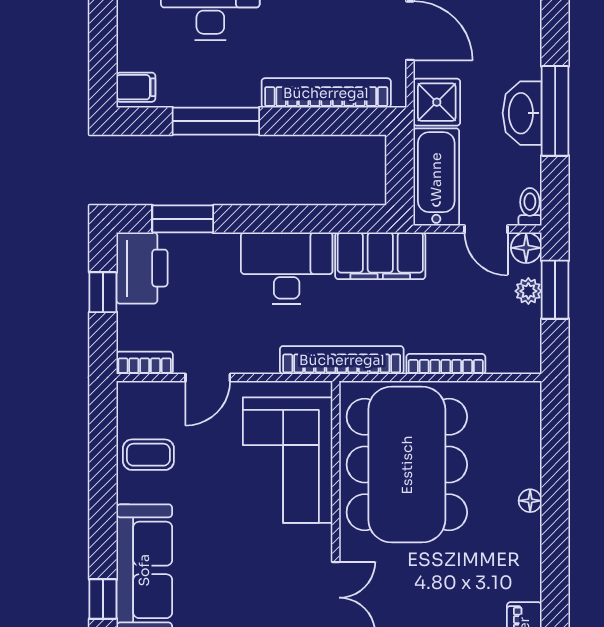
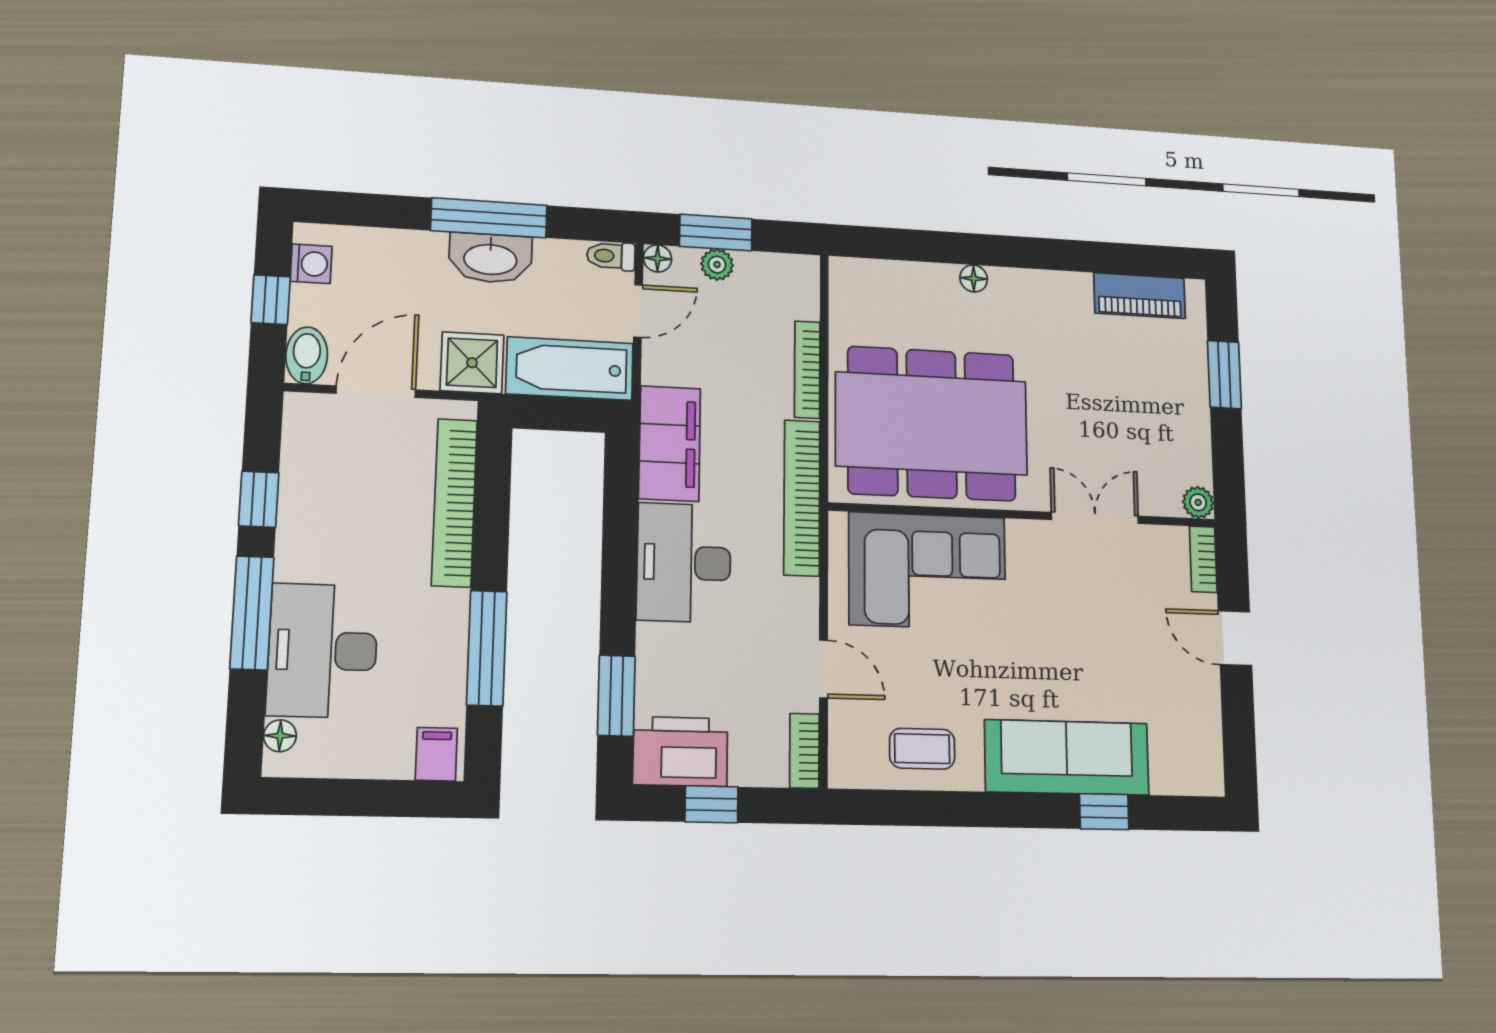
floor lamp: (526, 248) -> (658, 258), width x0.73, depth x0.73
coffee table: (148, 455) -> (922, 749), turned 90

